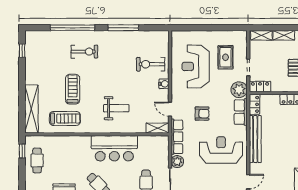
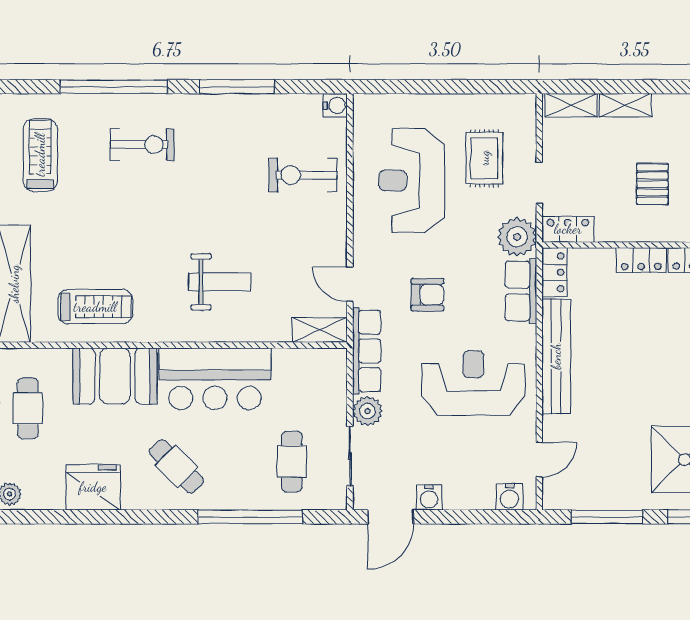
water cooler: (164, 84) -> (335, 105), moved
treadmill: (73, 89) -> (40, 155), moved
booth: (73, 147) -> (115, 376), added

